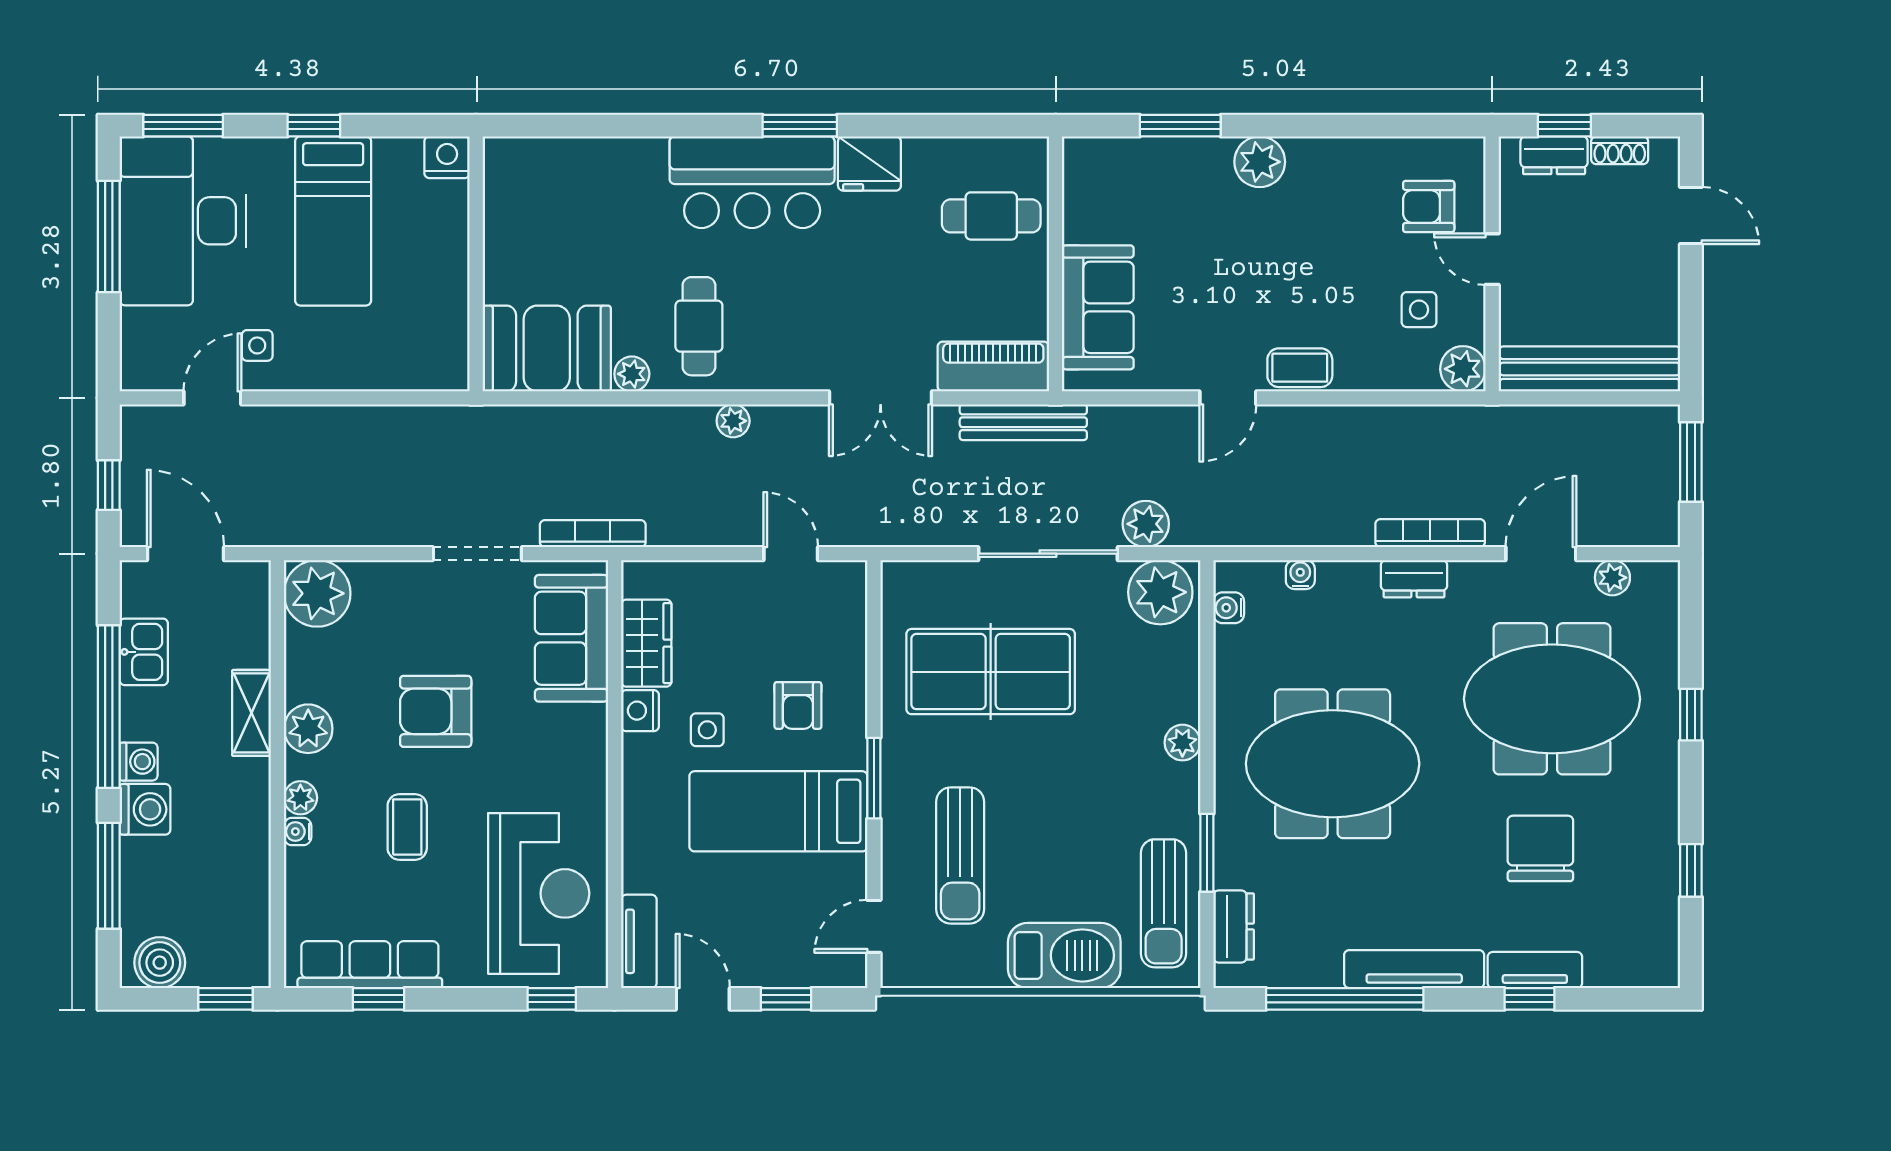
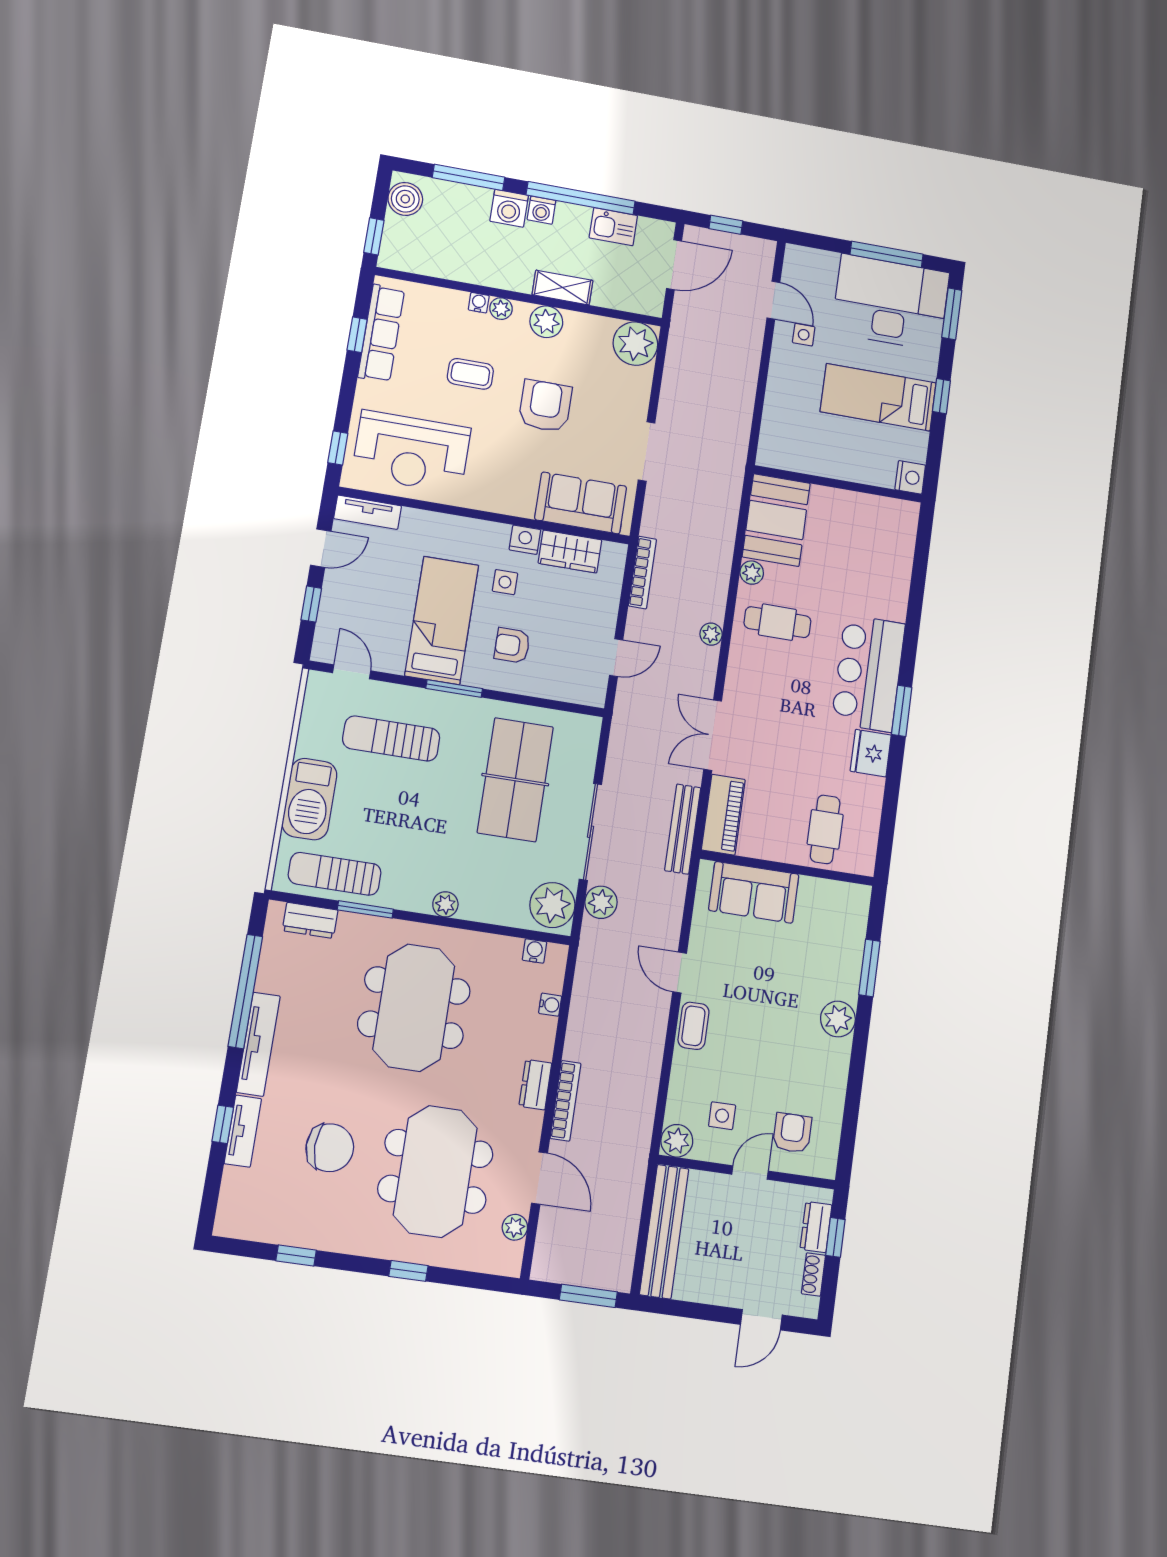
bookcase: (593, 534) -> (642, 573), moved

